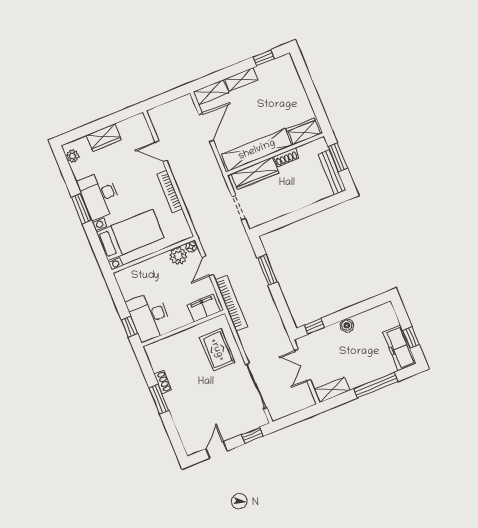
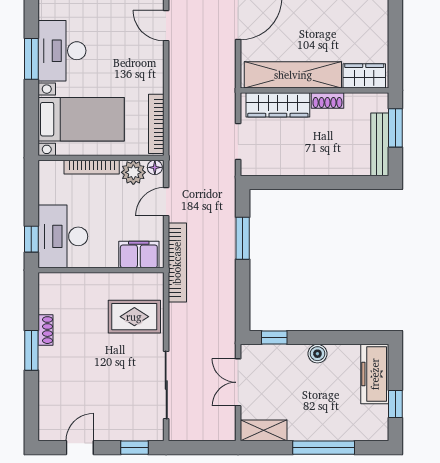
bookcase: (170, 192) -> (156, 124), moved
bookcase: (150, 263) -> (92, 167), added
freezer: (399, 348) -> (375, 374), moved
rug: (217, 350) -> (134, 317), turned 90

